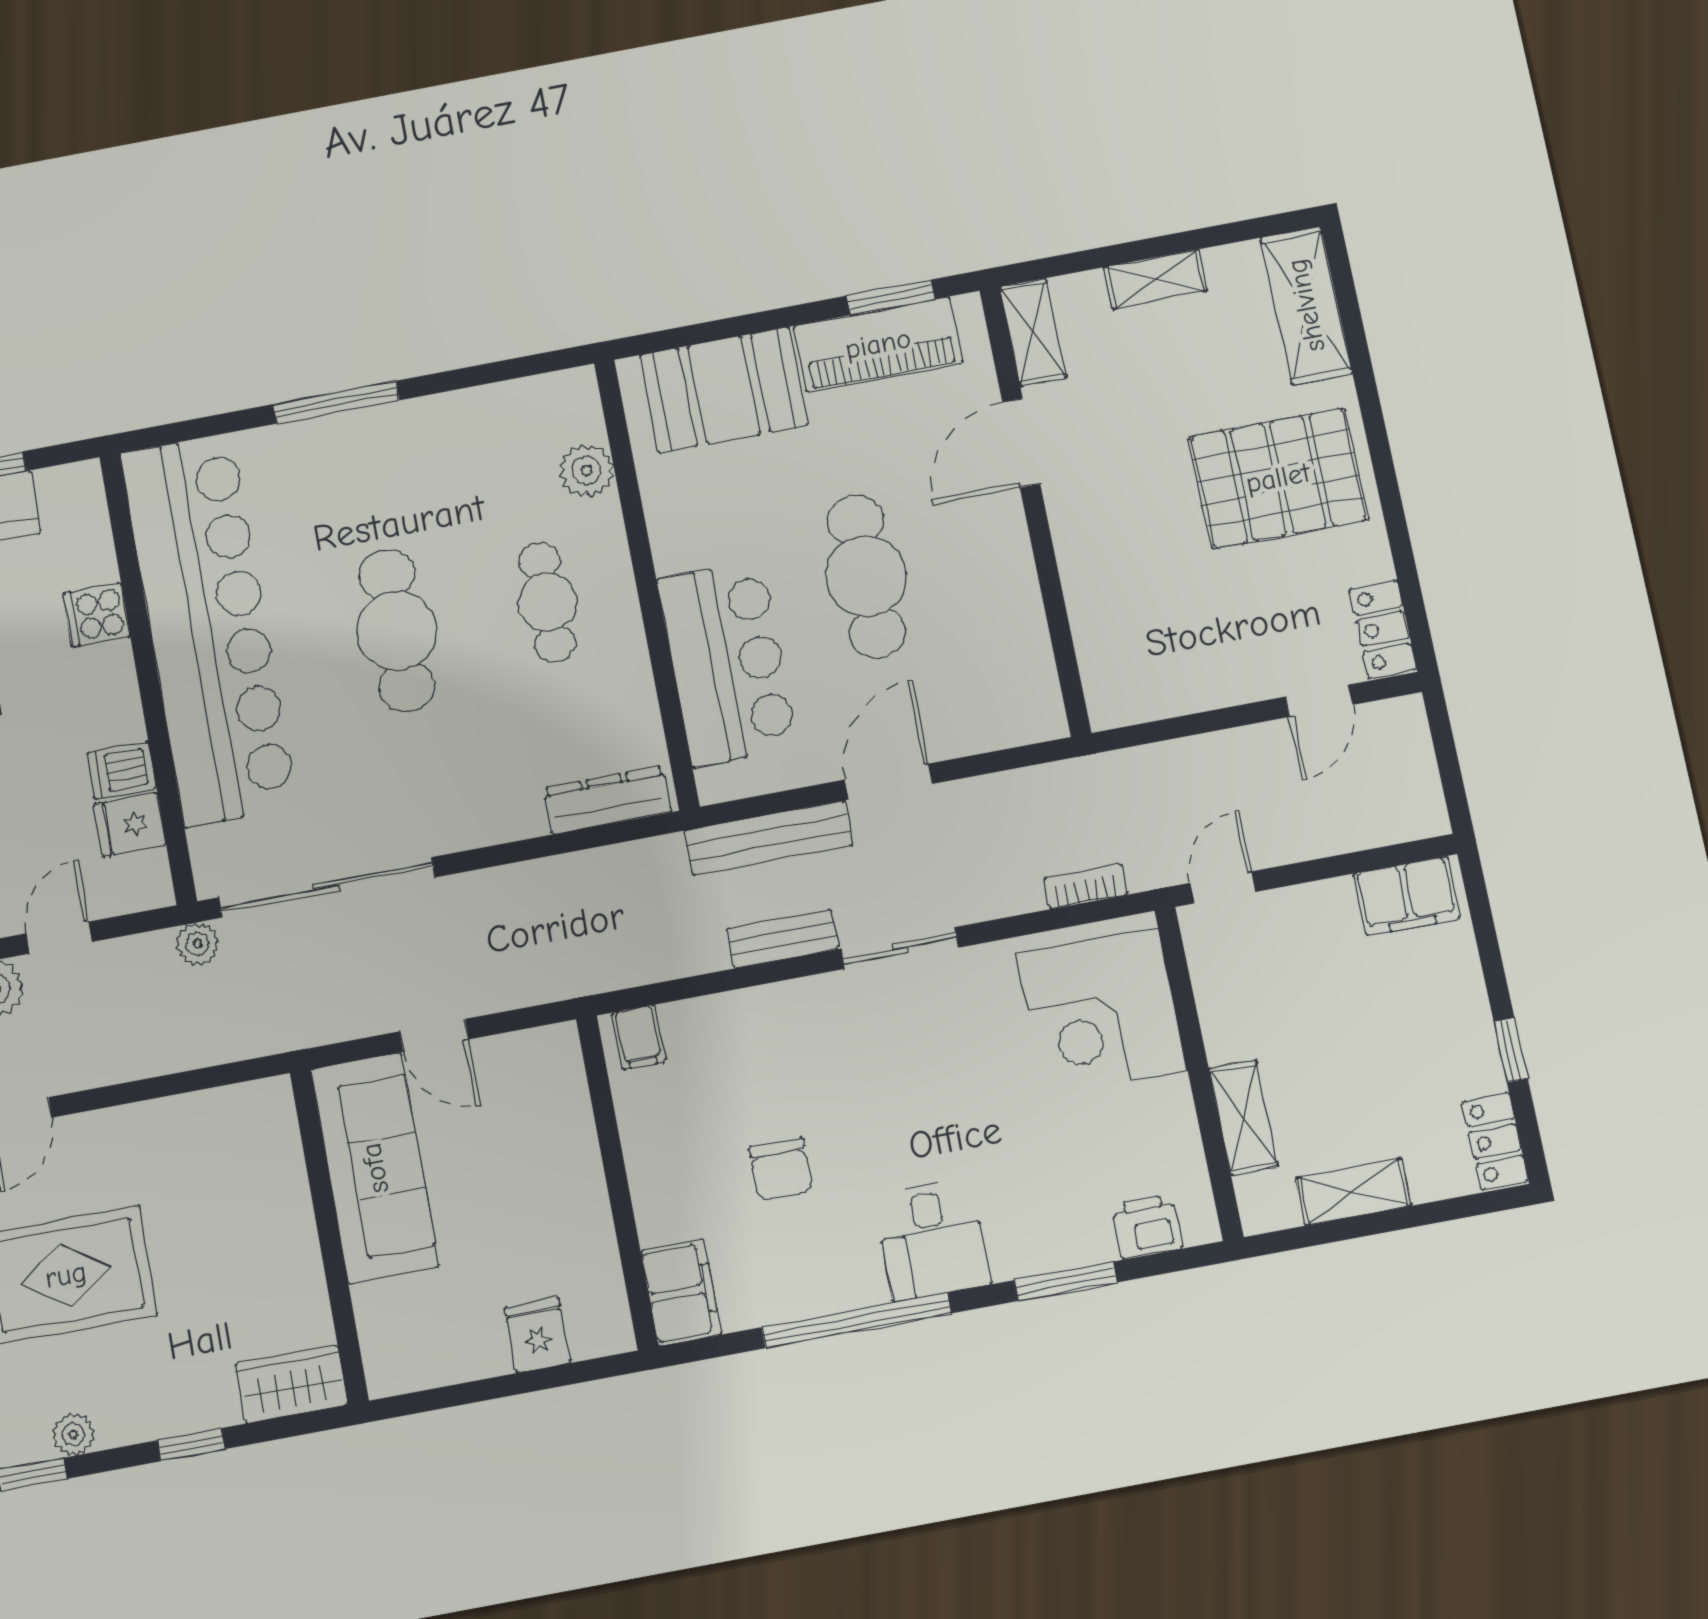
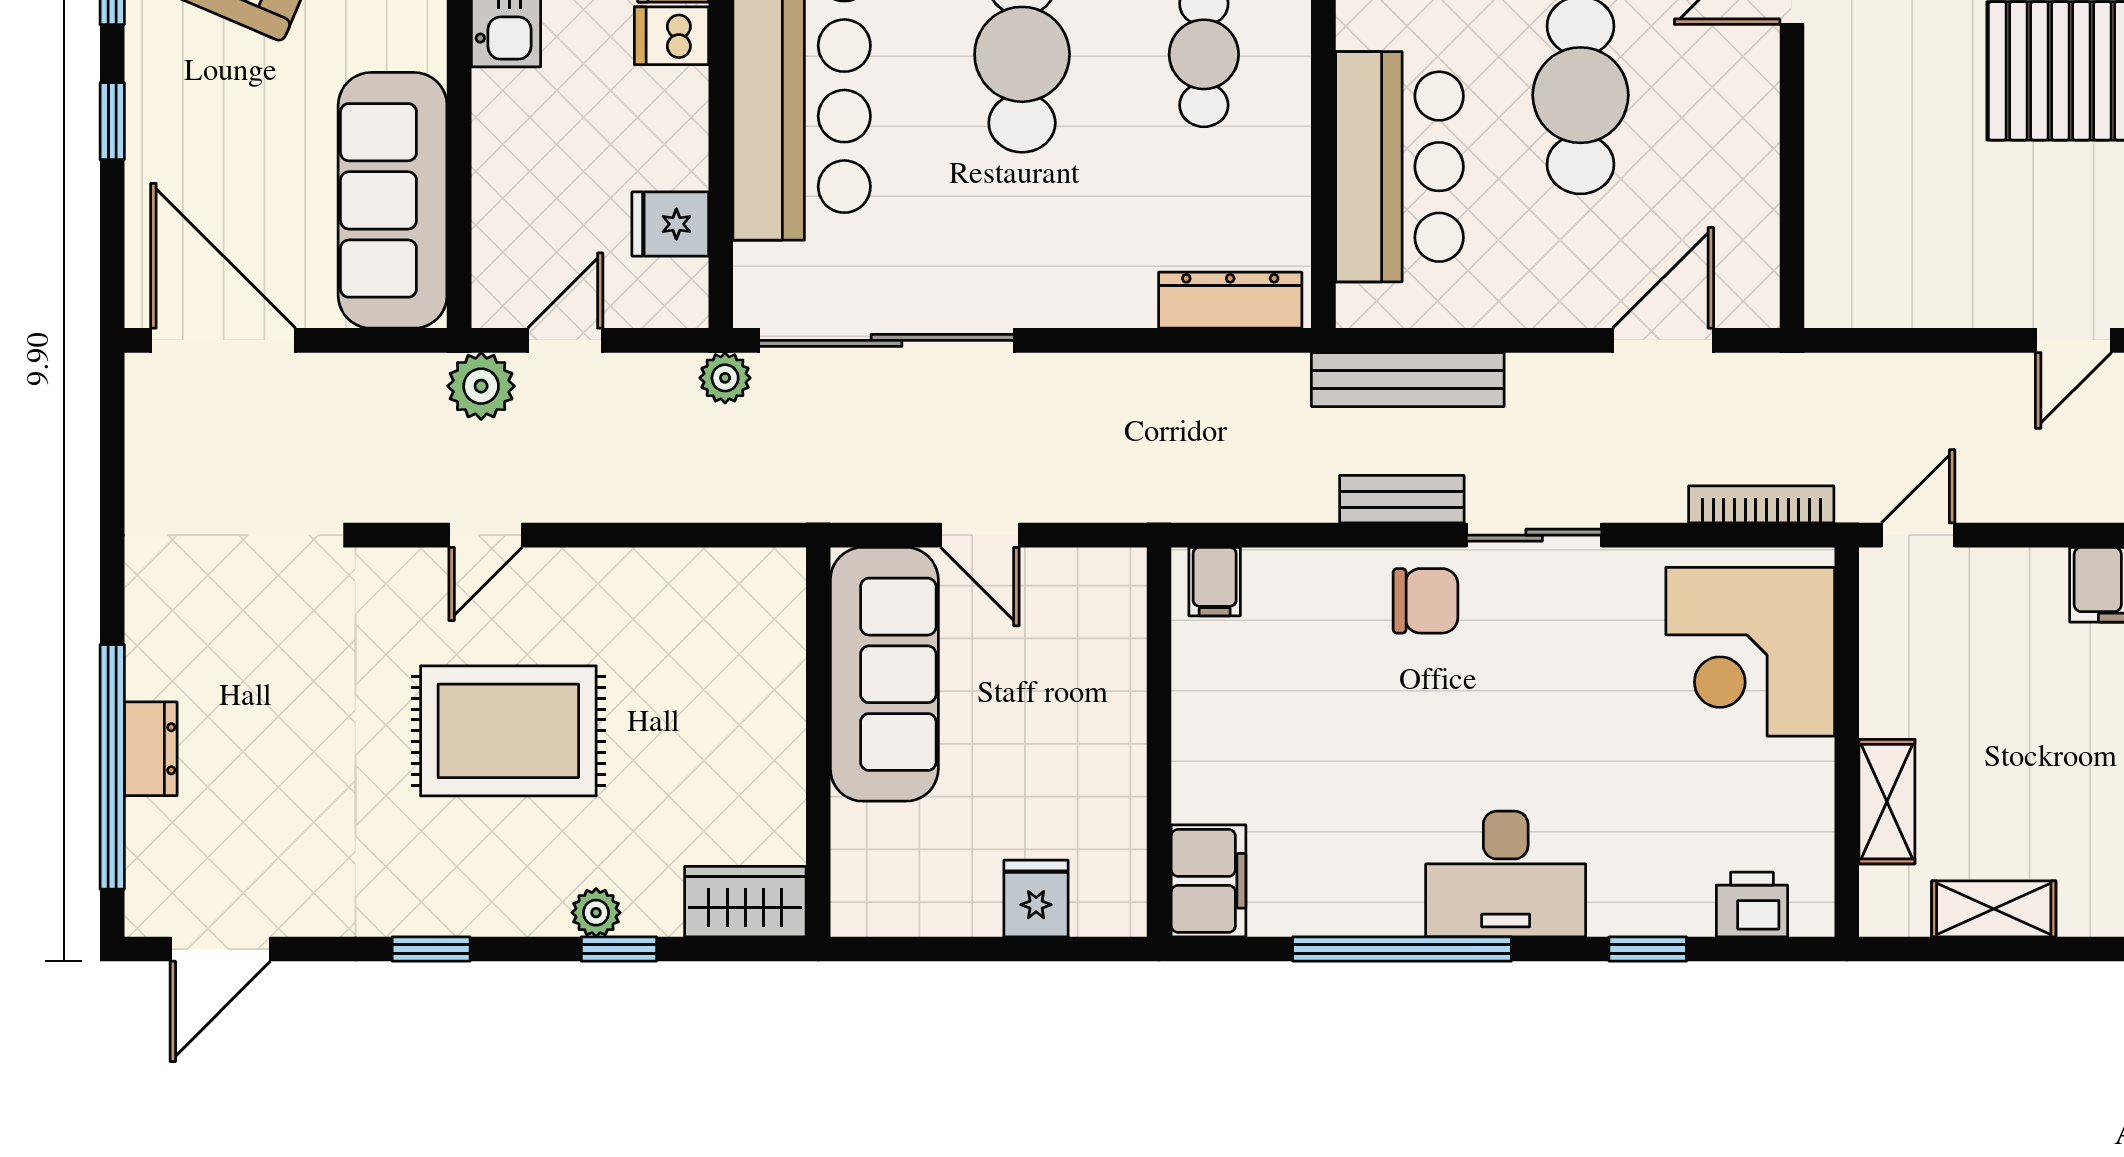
dishwasher: (122, 770) -> (671, 36), moved
door: (889, 782) -> (1663, 340), moved
bookcase: (1086, 886) -> (1761, 504), width x1.56
chair: (781, 1170) -> (1425, 601), moved, turned -90
desk: (932, 1240) -> (1506, 874), width x1.37
window: (1066, 1281) -> (1648, 949), width x0.67
plant: (73, 1434) -> (596, 913), moved

